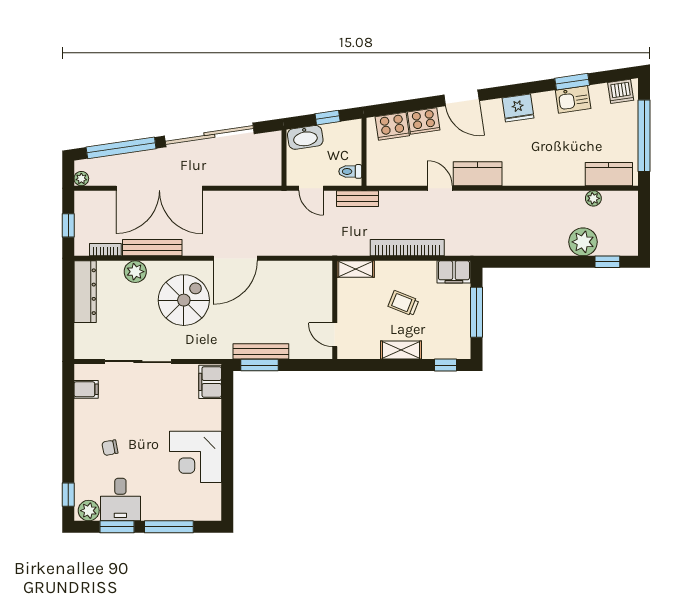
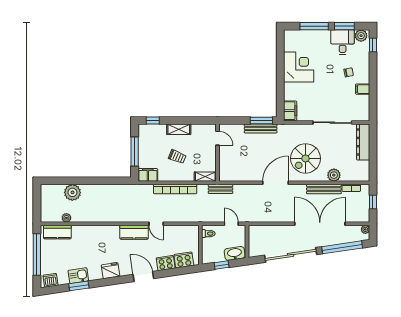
bench: (357, 199) -> (221, 189), moved
window: (607, 262) -> (58, 181), removed
dresser: (85, 292) -> (363, 142), moved
filing cabinet: (86, 389) -> (363, 89), moved

